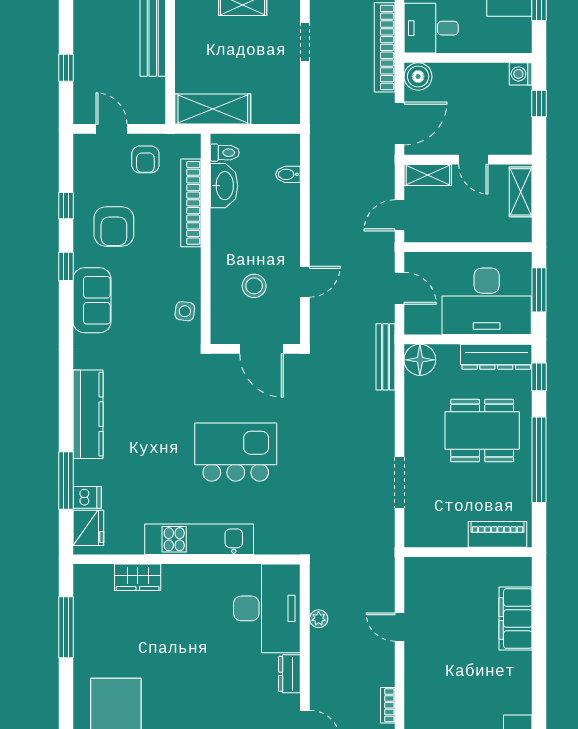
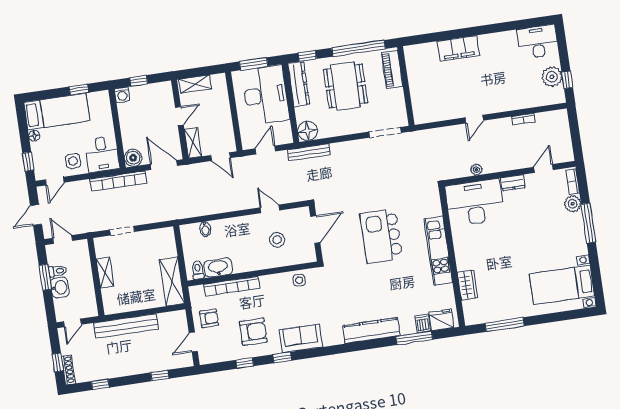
piano: (497, 534) -> (392, 70), moved
wall: (468, 552) -> (406, 86), moved

